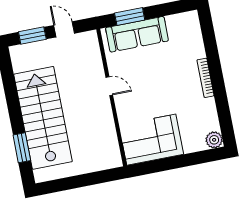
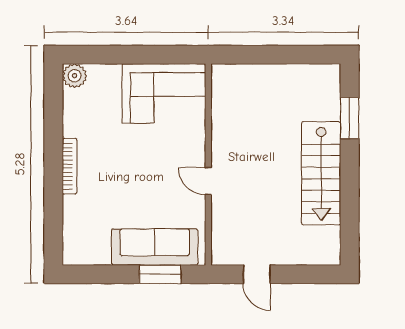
window: (32, 36) -> (304, 274), removed
stairs: (43, 118) -> (321, 173), width x0.73, depth x0.66

